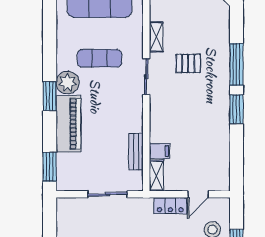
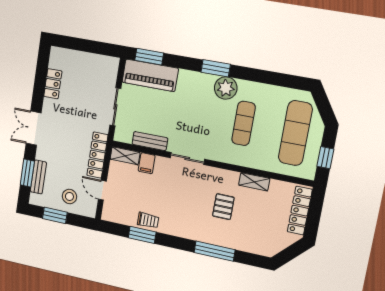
sliding door: (146, 77) -> (187, 158), moved
window: (236, 109) -> (142, 235), moved
piano: (68, 124) -> (150, 75), moved
trolley: (220, 140) -> (148, 220), added
locker: (170, 206) -> (97, 155), width x1.53

